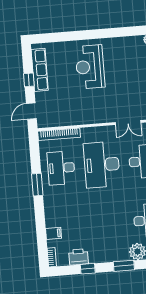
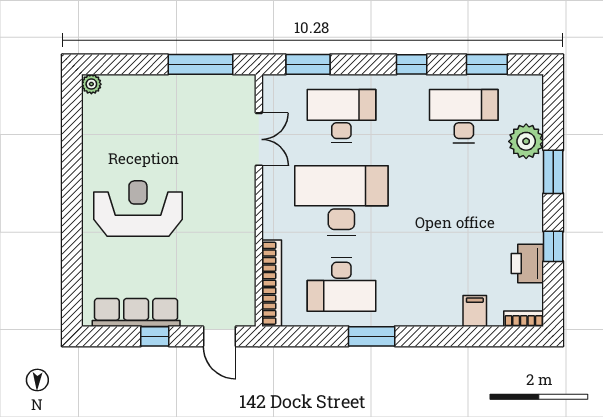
reception desk: (90, 67) -> (138, 209), turned 180
desk: (102, 165) -> (341, 200), turned 180

